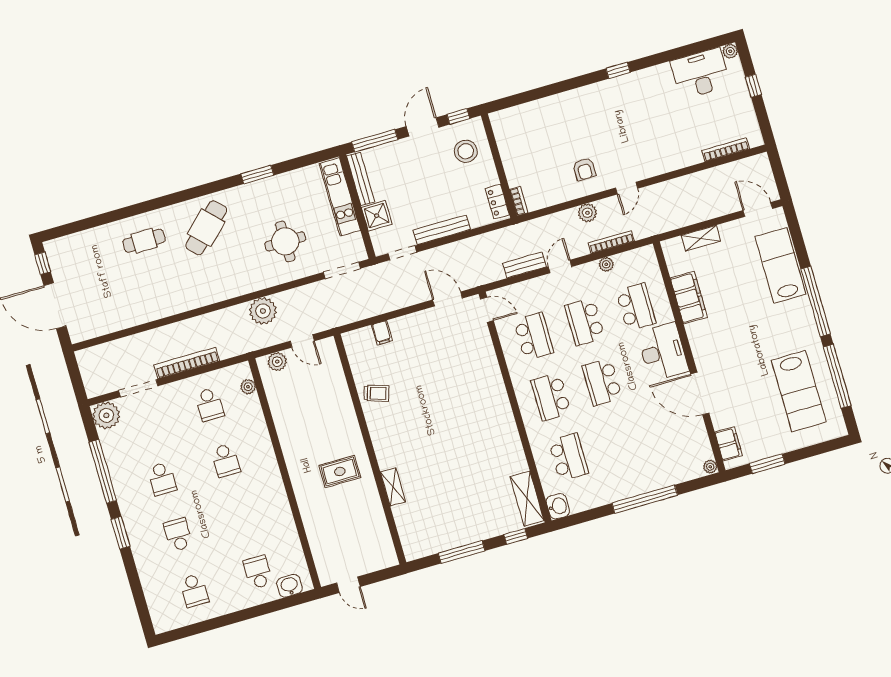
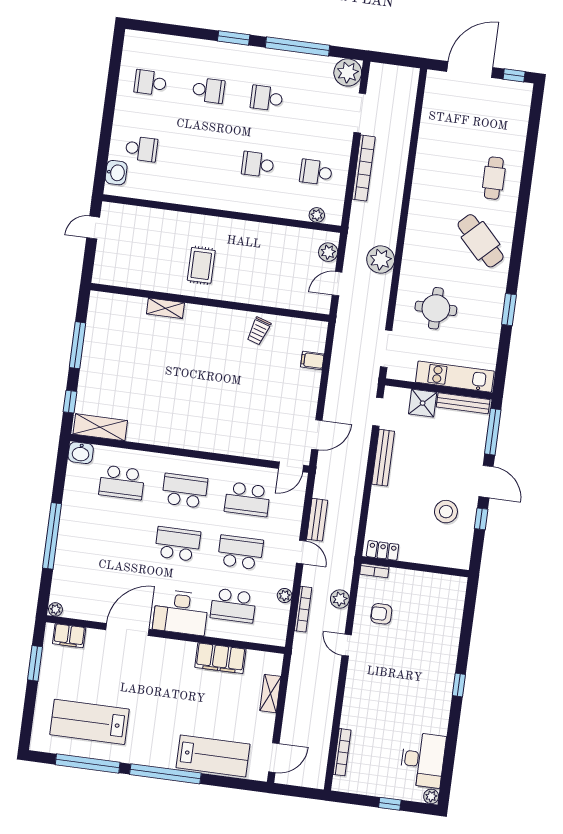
wall: (499, 166) -> (415, 567), moved
bookcase: (519, 201) -> (374, 570), moved
locker: (497, 202) -> (383, 550), moved

